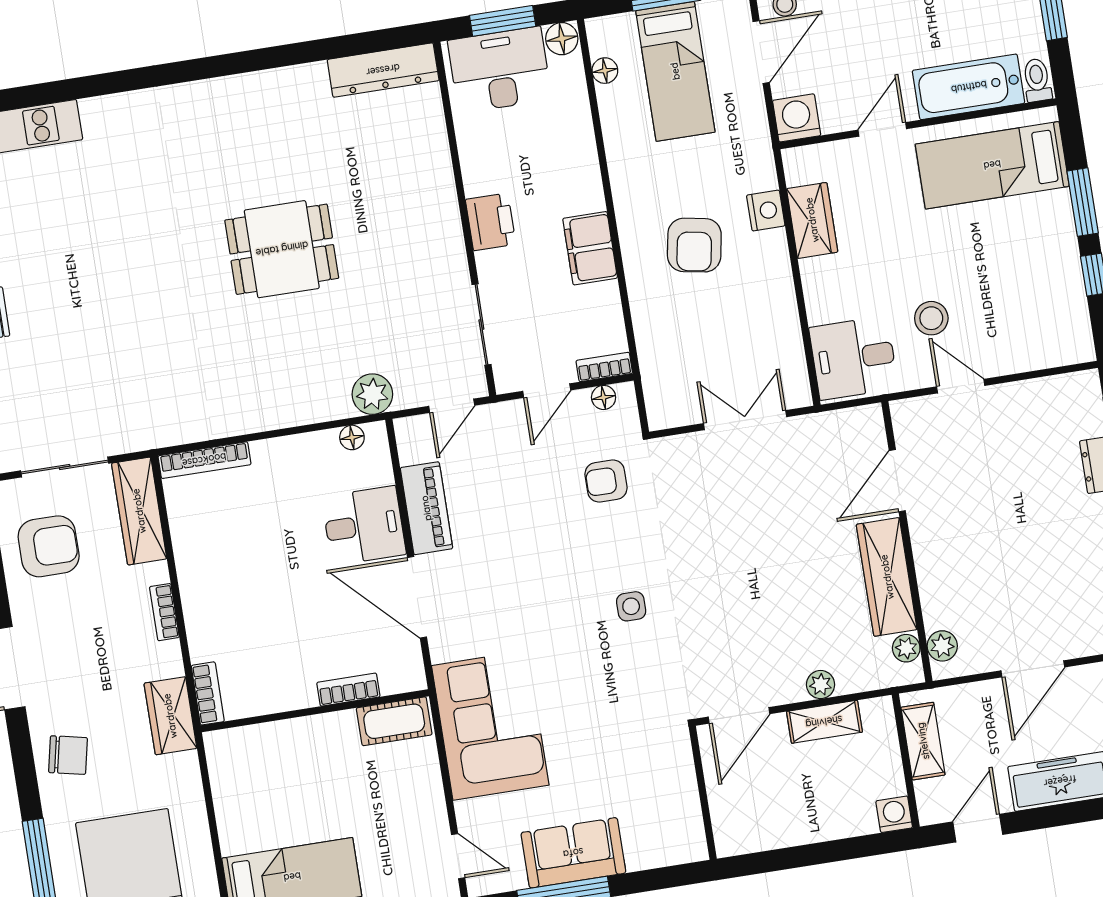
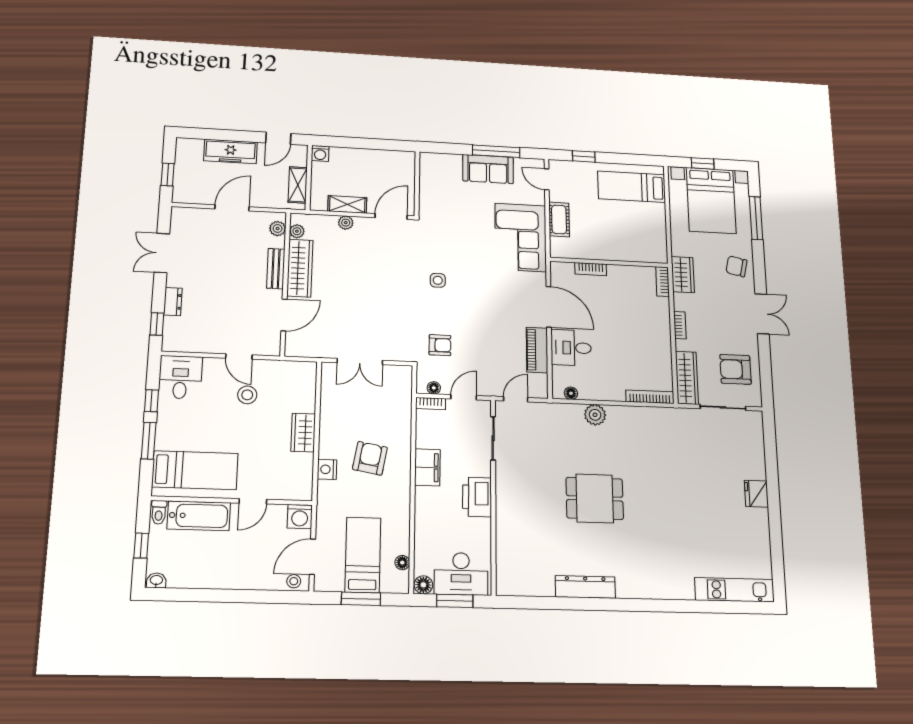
dresser: (383, 70) -> (585, 587), moved
wardrobe: (812, 220) -> (303, 433), moved
printer: (491, 222) -> (477, 497), width x1.37, depth x1.19
desk: (854, 358) -> (180, 377), moved, turned -90
plant: (372, 394) -> (595, 415), moved
bench: (930, 567) -> (276, 269), added
cot: (394, 721) -> (559, 219), moved, turned 90

